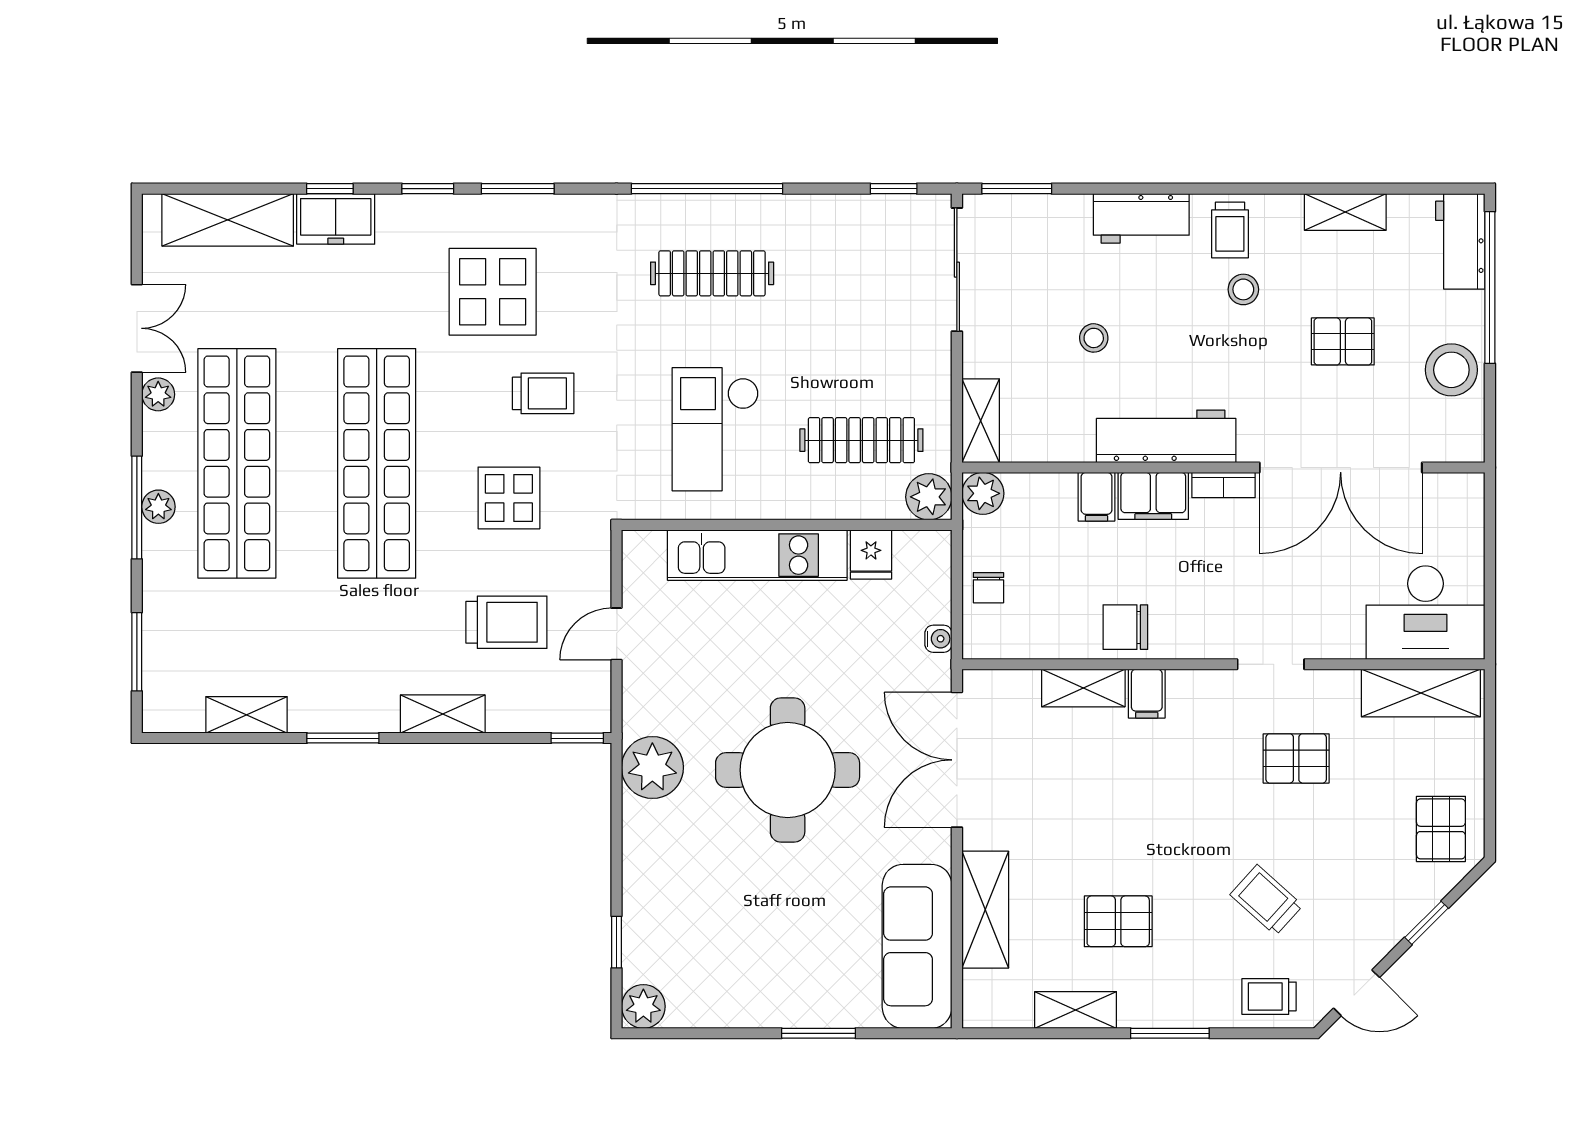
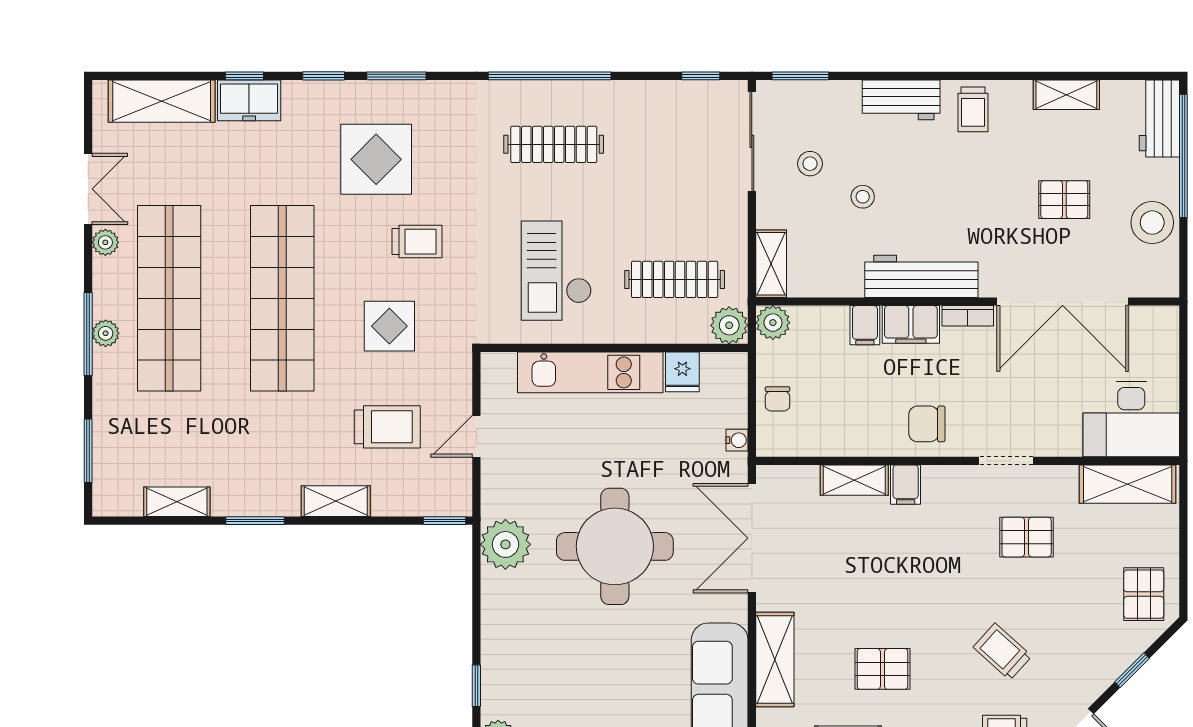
stool: (1243, 289) -> (810, 164), moved
chair: (1125, 627) -> (927, 424), moved

